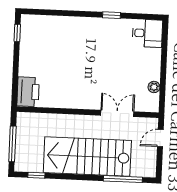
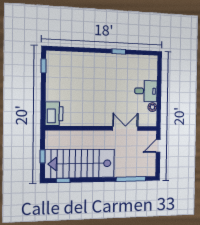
desk: (147, 33) -> (146, 91), moved
window: (12, 144) -> (43, 156), width x0.46
stairs: (87, 157) -> (80, 164), moved

